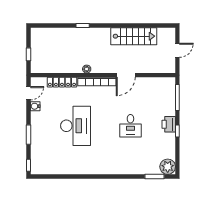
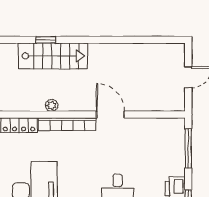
stairs: (134, 36) -> (53, 56), moved
door: (126, 75) -> (110, 115), swing flipped

